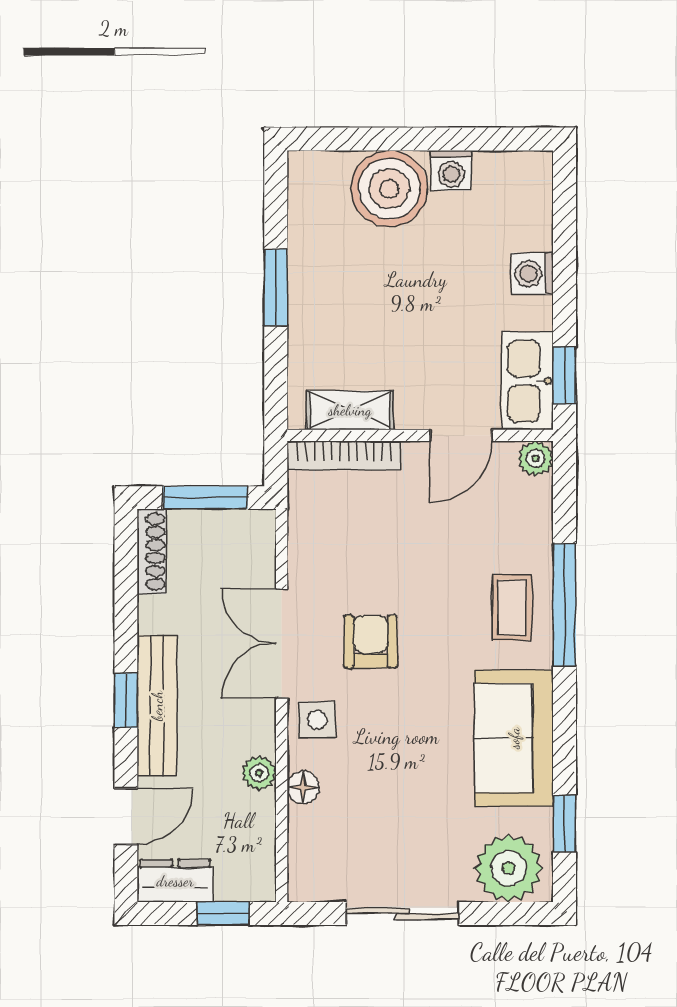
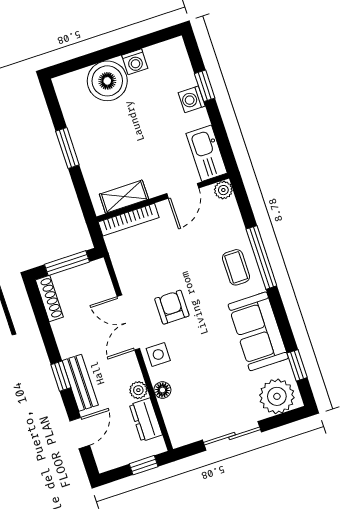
window: (564, 375) -> (205, 86), moved
bench: (157, 706) -> (80, 383), width x0.73
dresser: (175, 881) -> (146, 420), moved, turned -90

